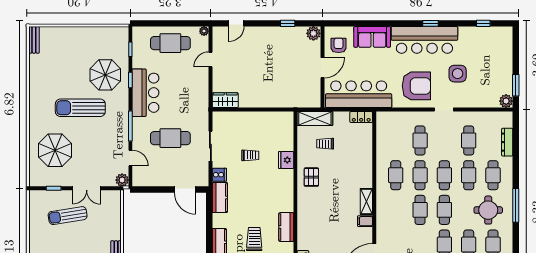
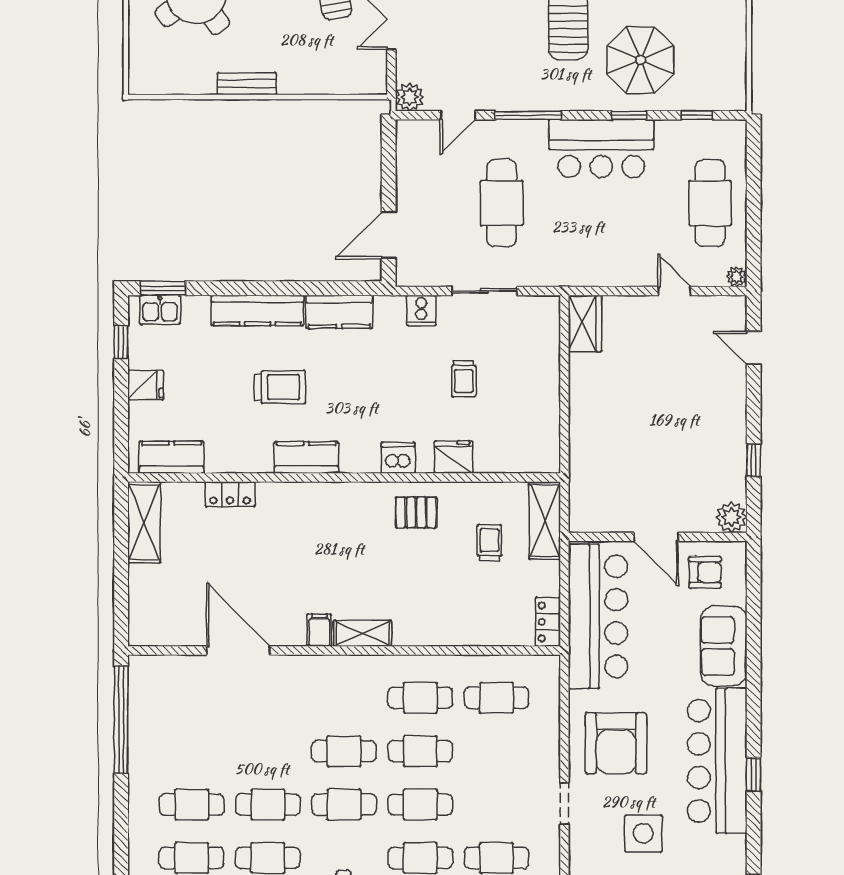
cafe table: (420, 140) -> (496, 698), moved
dishwasher: (286, 185) -> (398, 458), added
kitchen counter: (220, 198) -> (339, 312), moved

